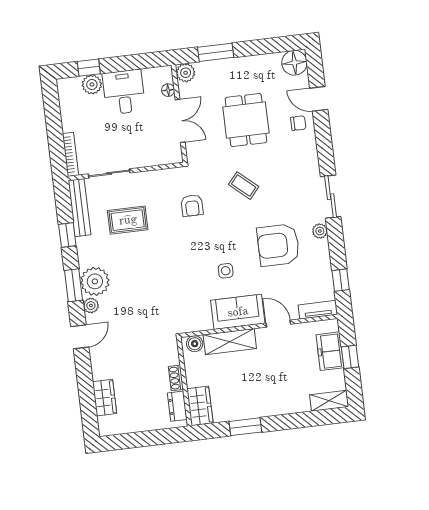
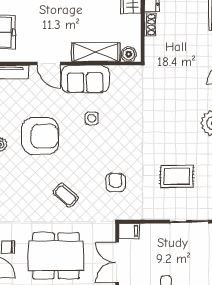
dining table: (246, 120) -> (56, 256), width x1.38
filing cabinet: (172, 156) -> (129, 231), added

